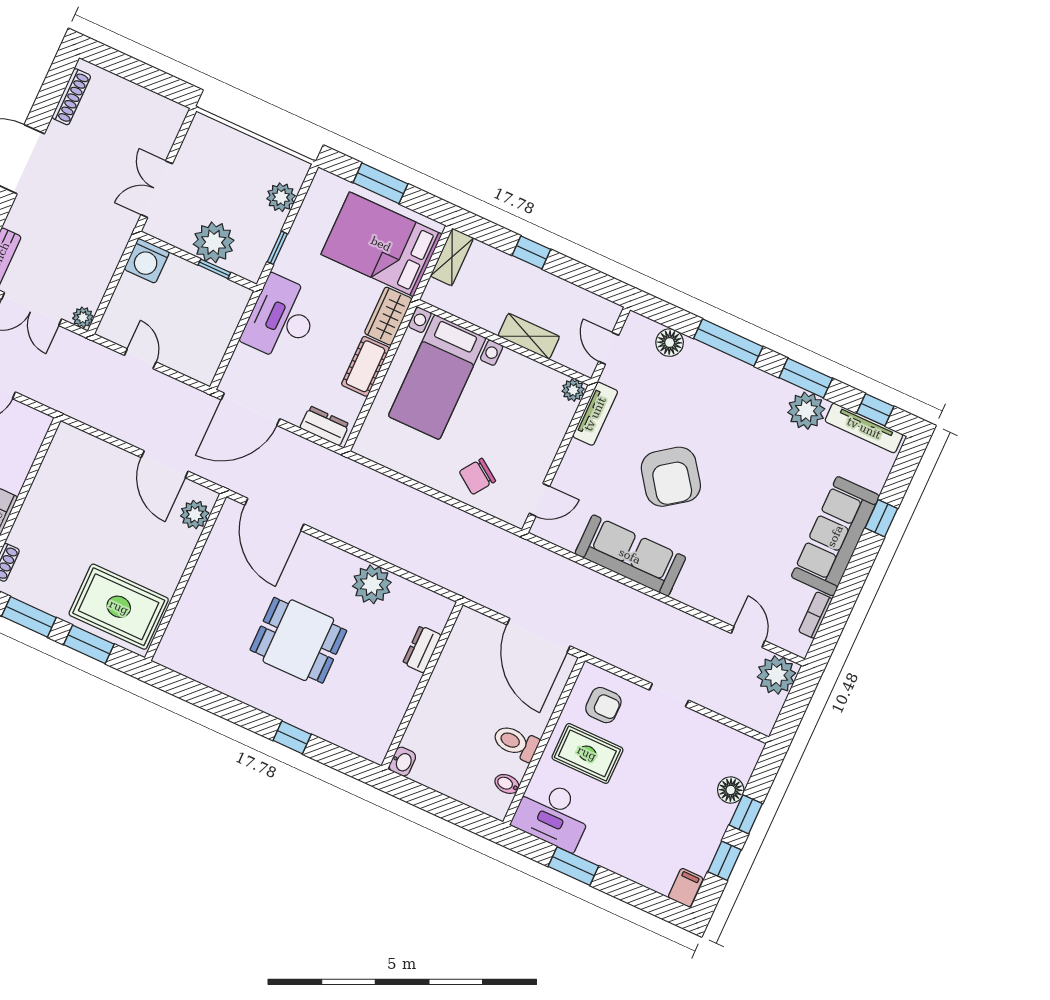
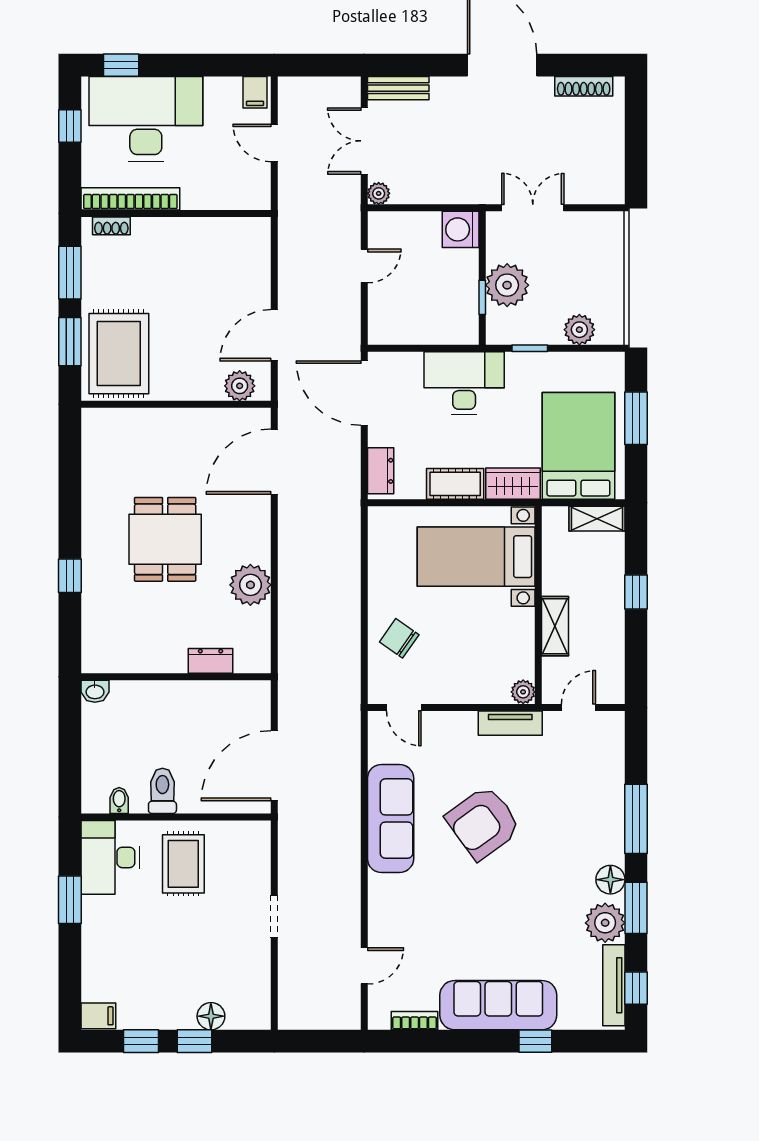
floor lamp: (670, 343) -> (610, 880), moved
plant: (776, 675) -> (340, 1010), removed
armchair: (603, 705) -> (236, 858), removed

